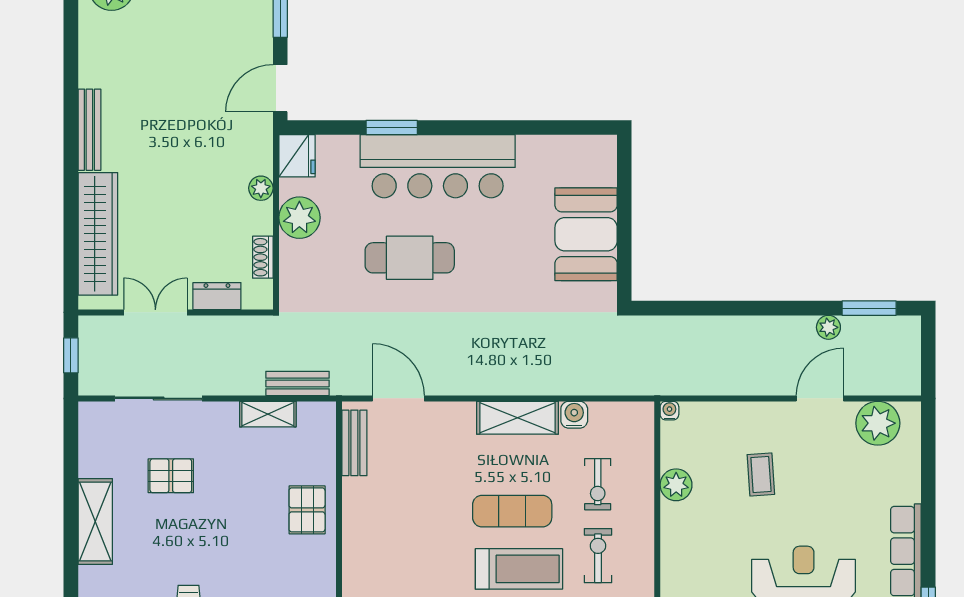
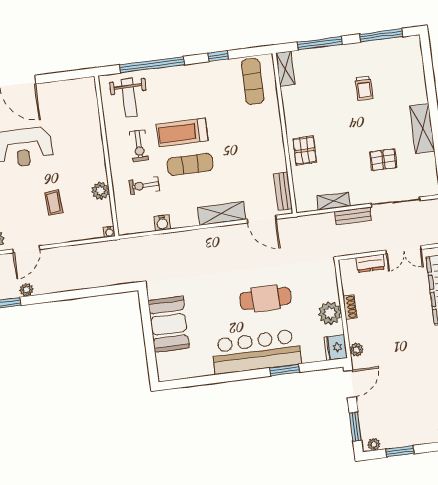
plant: (261, 188) -> (357, 350), moved
shoe rack: (263, 257) -> (350, 307), moved
bench: (297, 383) -> (353, 216), moved
shelving: (518, 418) -> (222, 213), moved
exercise bike: (598, 484) -> (144, 185), turned -90

